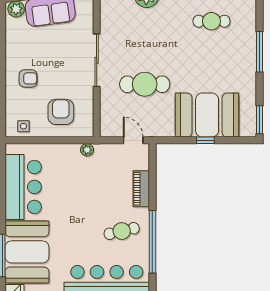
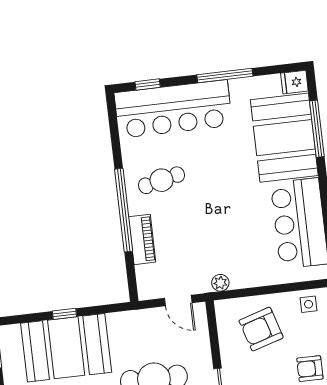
armchair: (61, 112) -> (261, 329), turned 73
door: (133, 140) -> (178, 300), moved
window: (152, 242) -> (124, 210), moved

